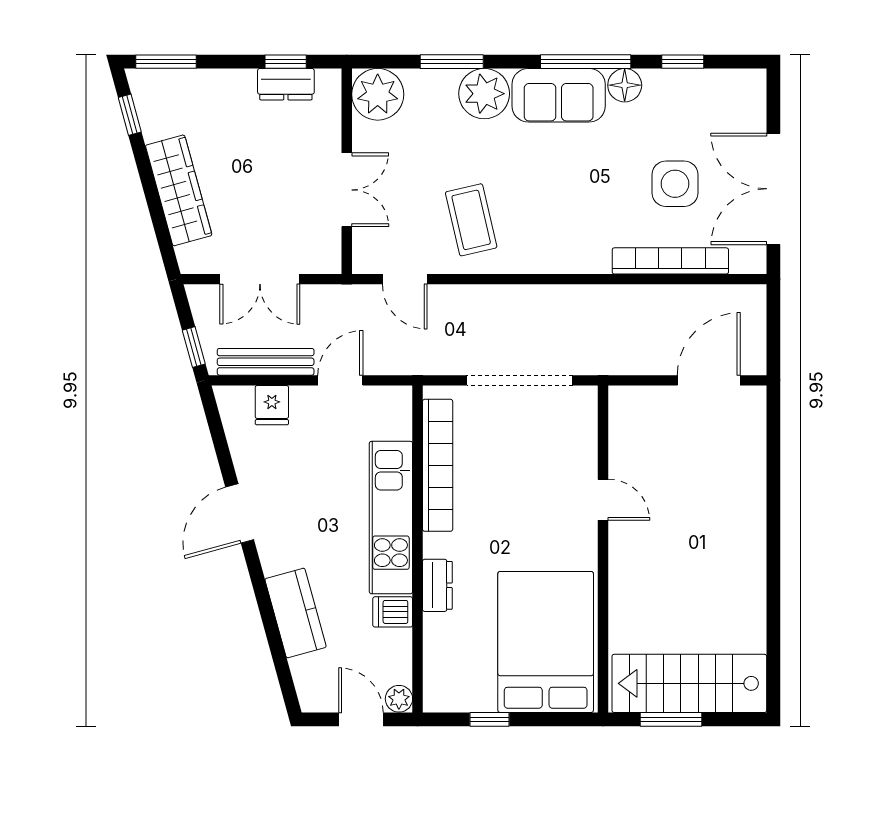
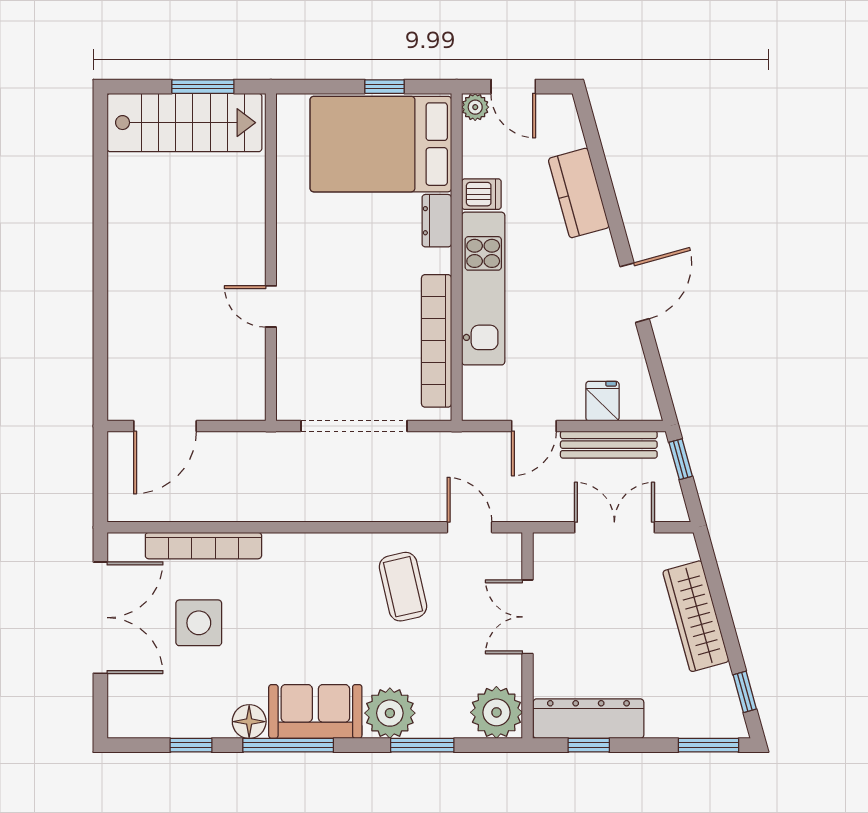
dresser: (286, 84) -> (588, 719), width x1.96, depth x1.24
bed: (546, 642) -> (381, 144), moved, turned 90

